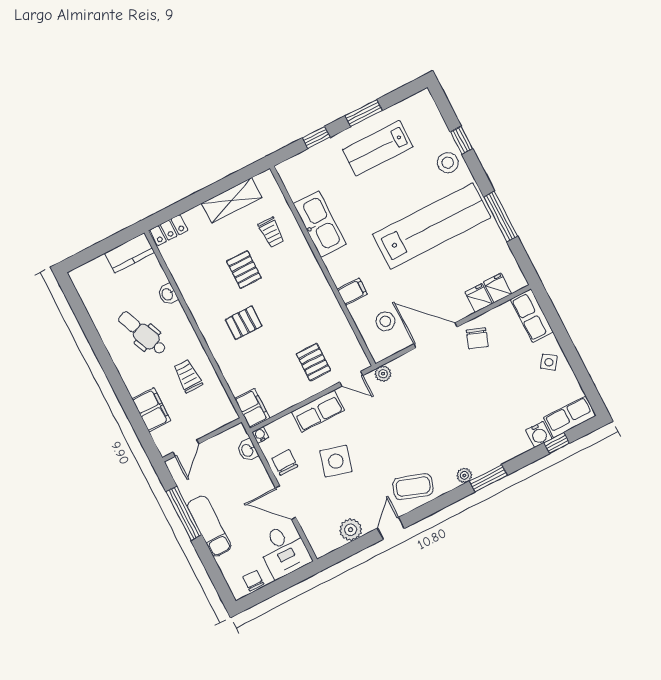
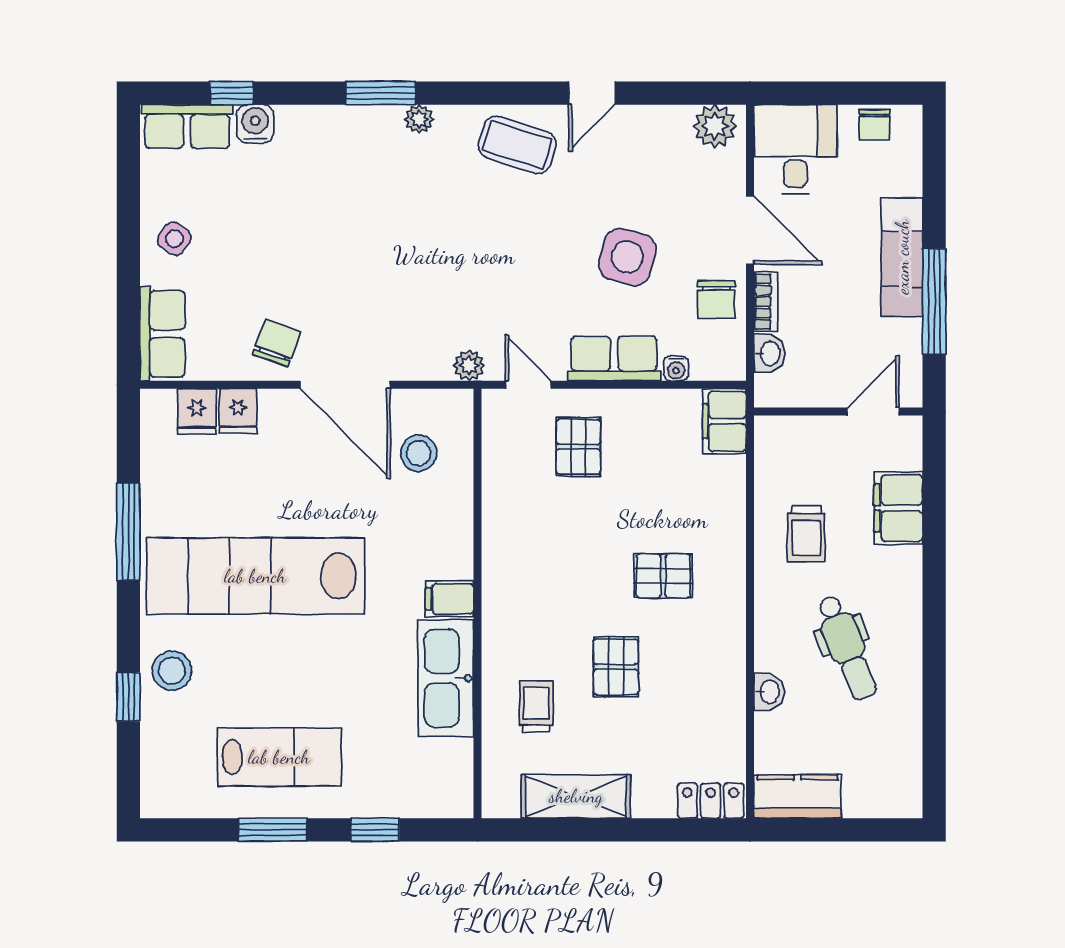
filing cabinet: (352, 292) -> (450, 599), moved
water cooler: (260, 435) -> (676, 368), moved
bookcase: (261, 473) -> (766, 302), added
plant: (351, 530) -> (715, 126), moved

